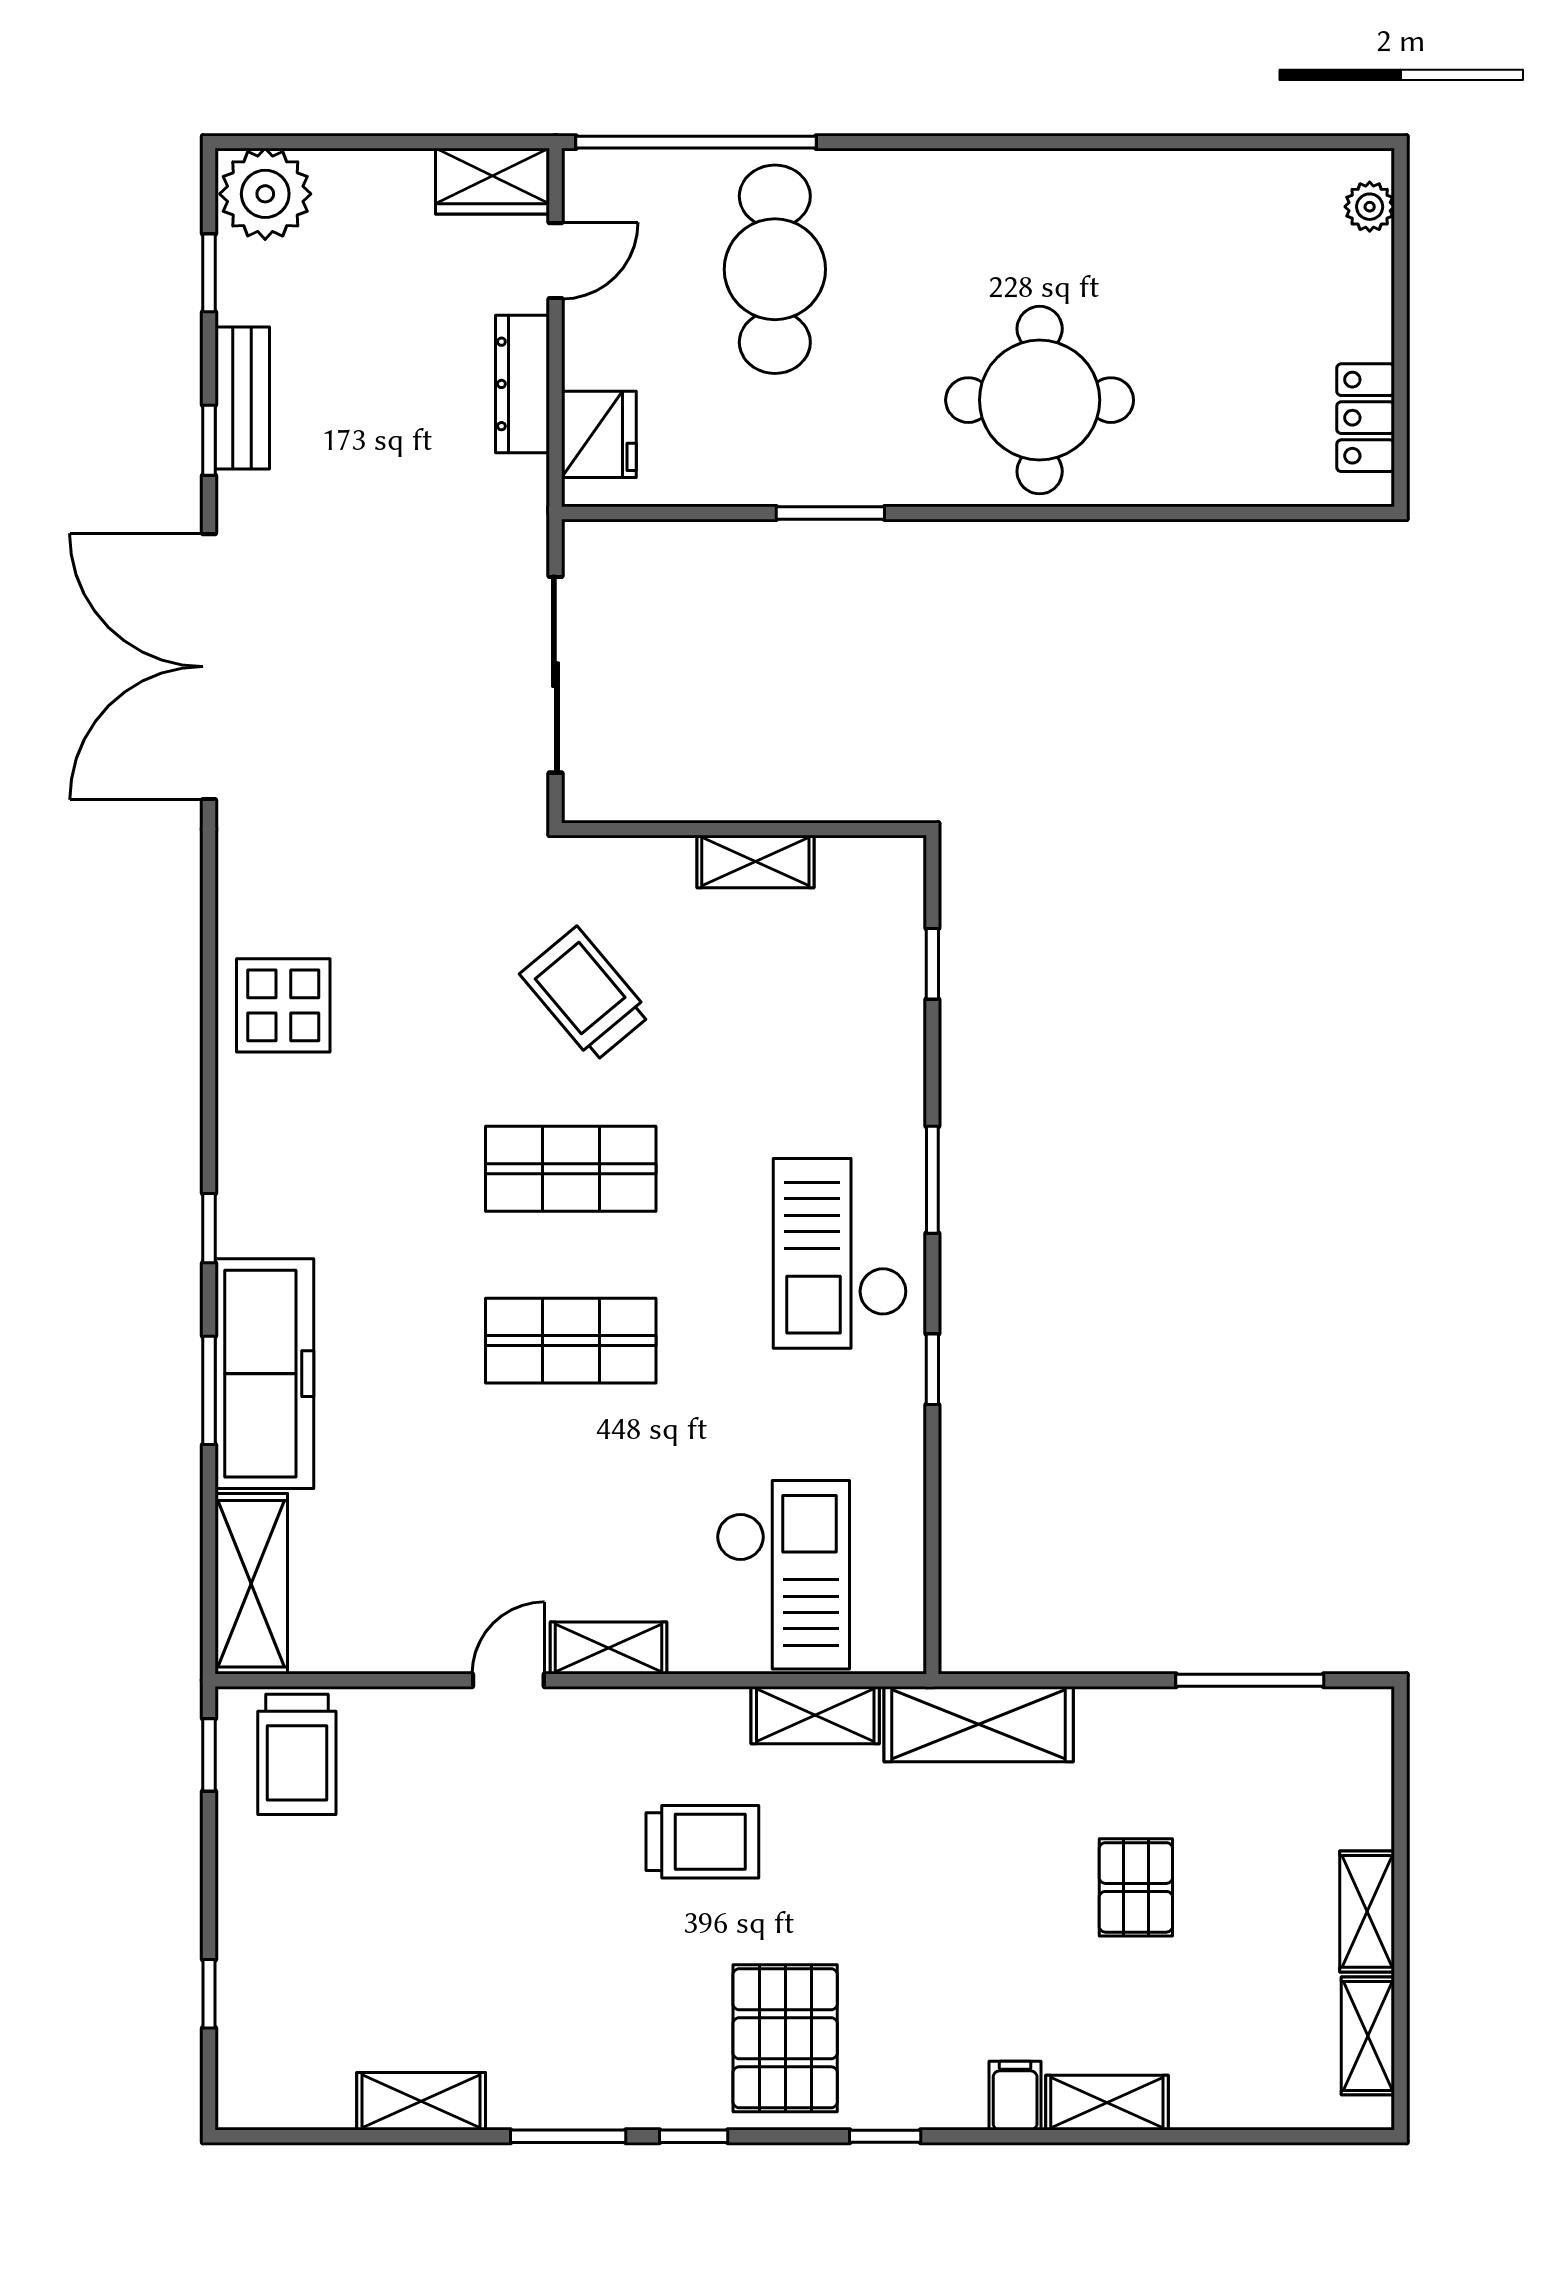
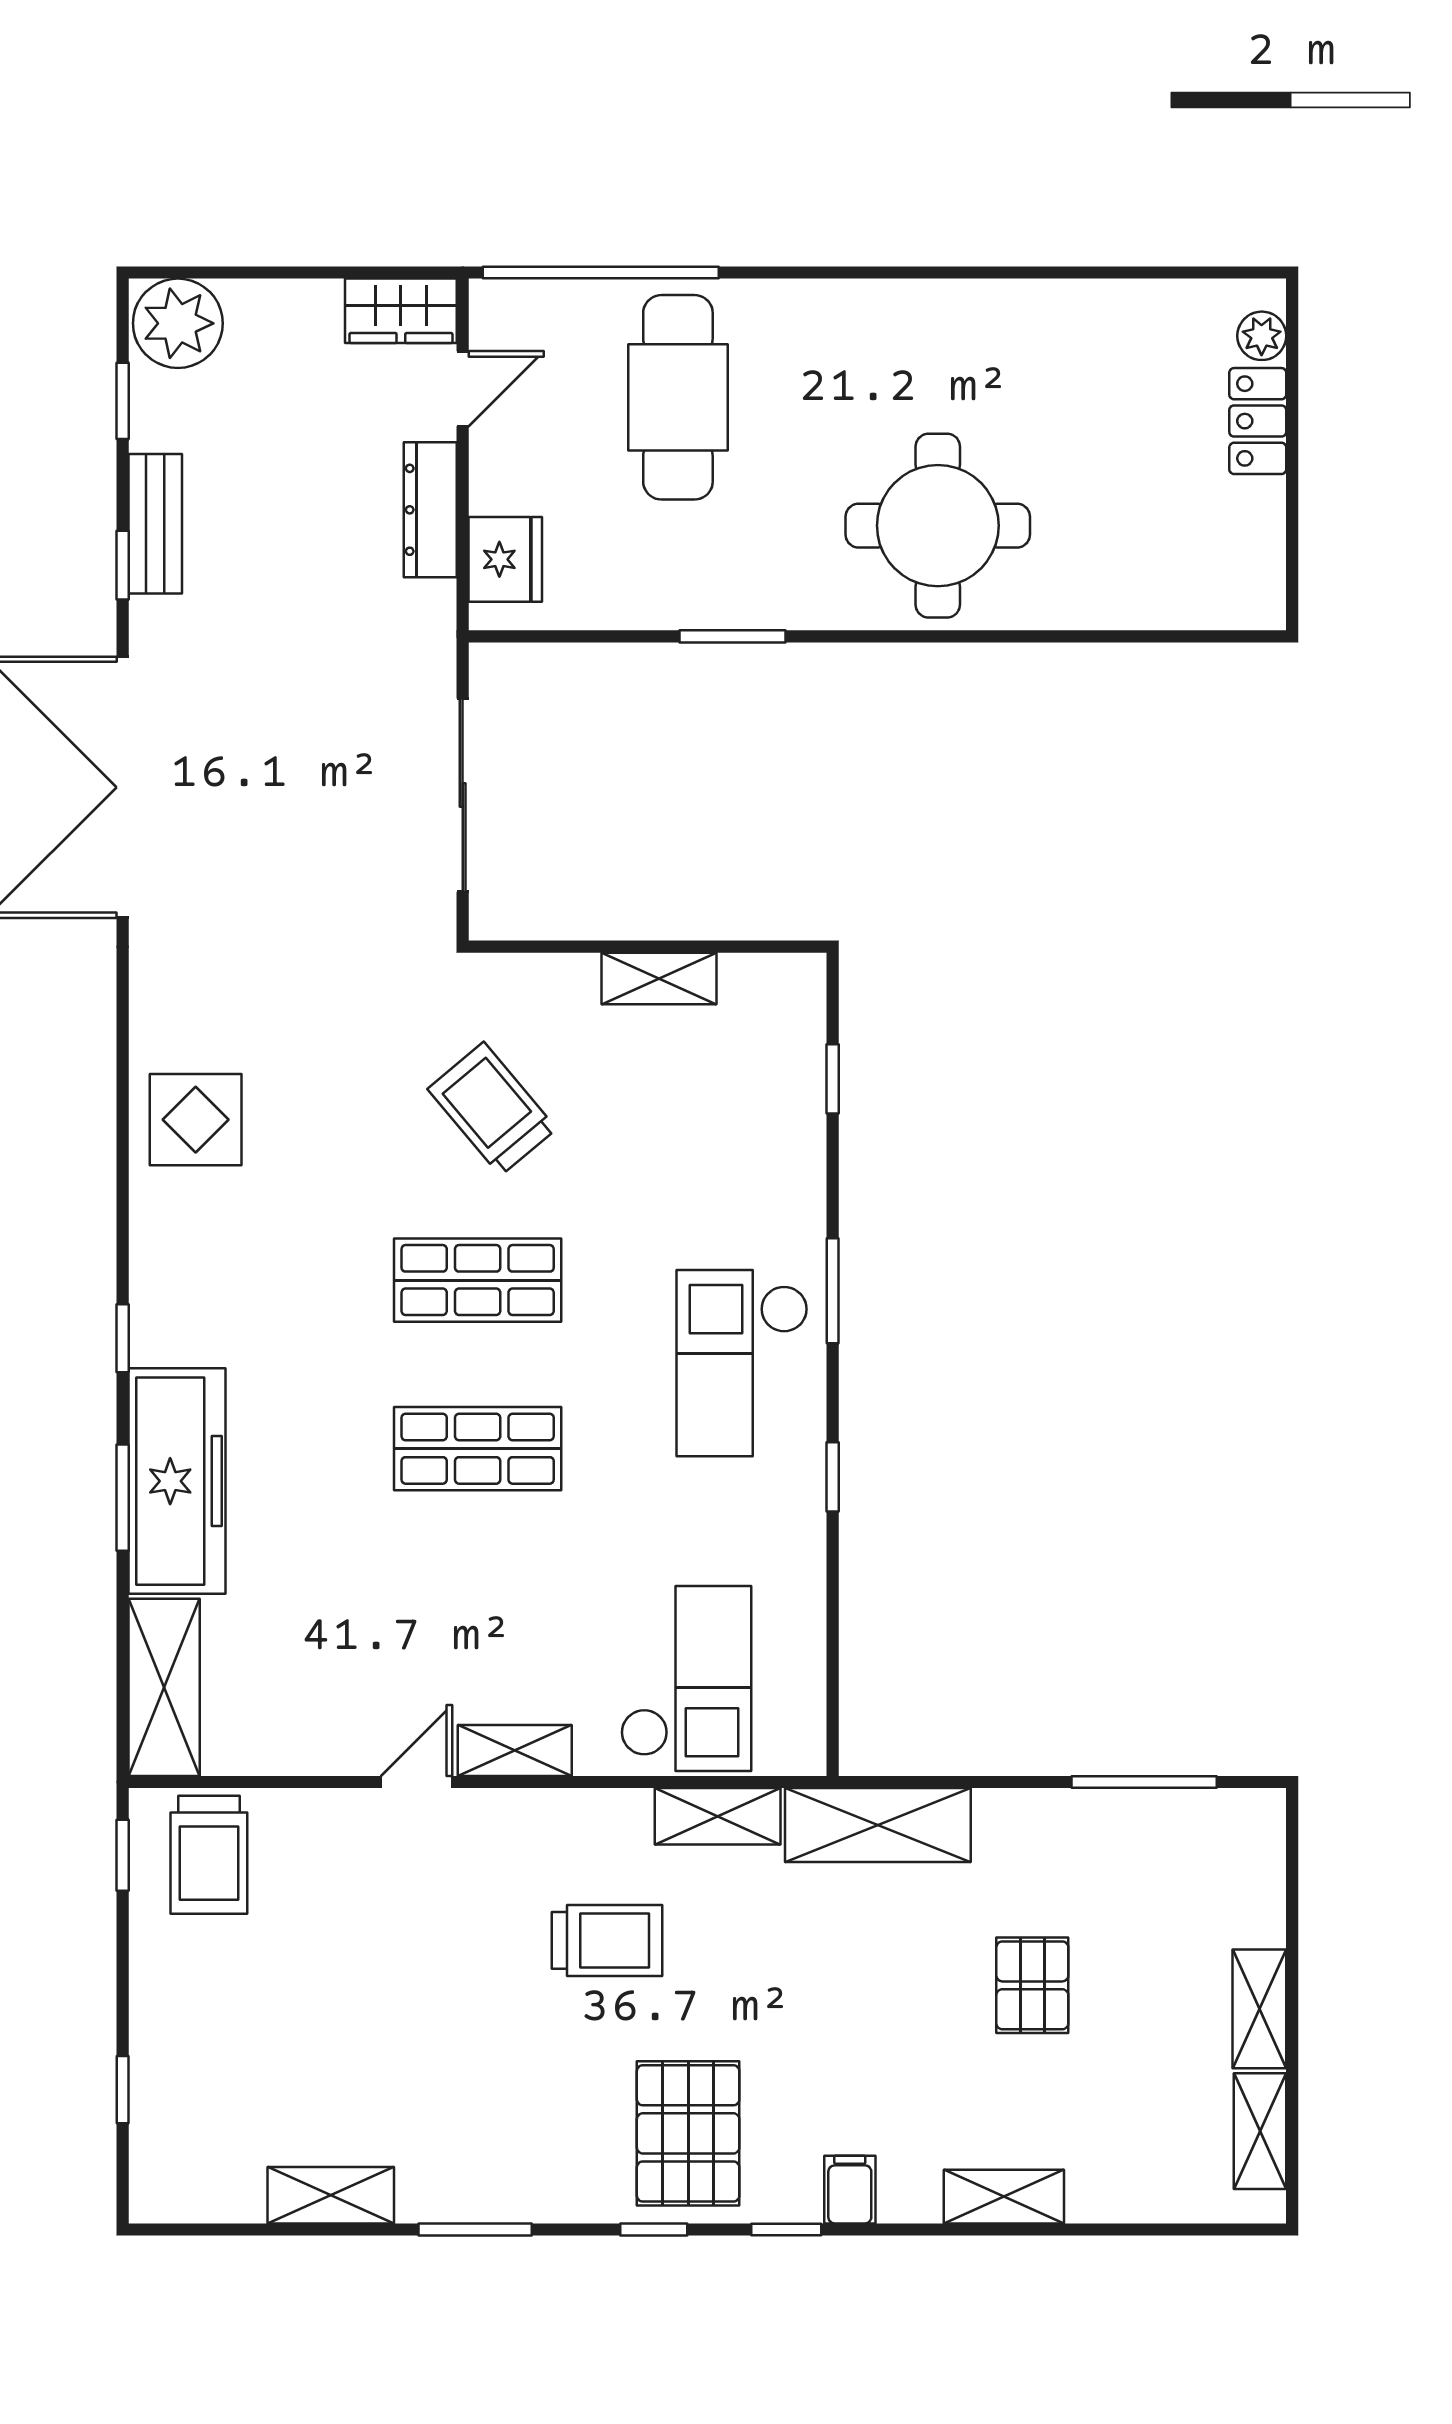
locker: (1366, 418) -> (1258, 421), moved
filing cabinet: (1015, 2096) -> (850, 2190), moved
window: (694, 2136) -> (654, 2230), moved

